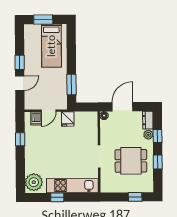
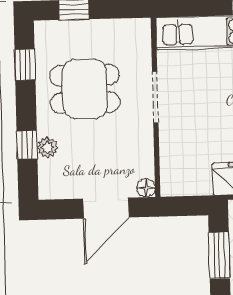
dresser: (148, 120) -> (49, 180), removed
window: (158, 162) -> (25, 65), moved

